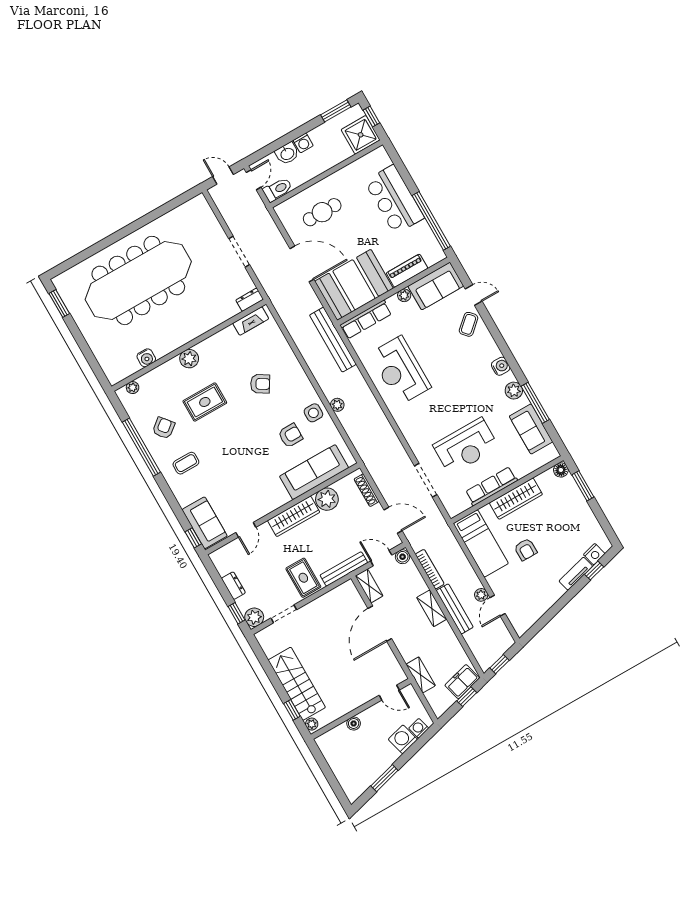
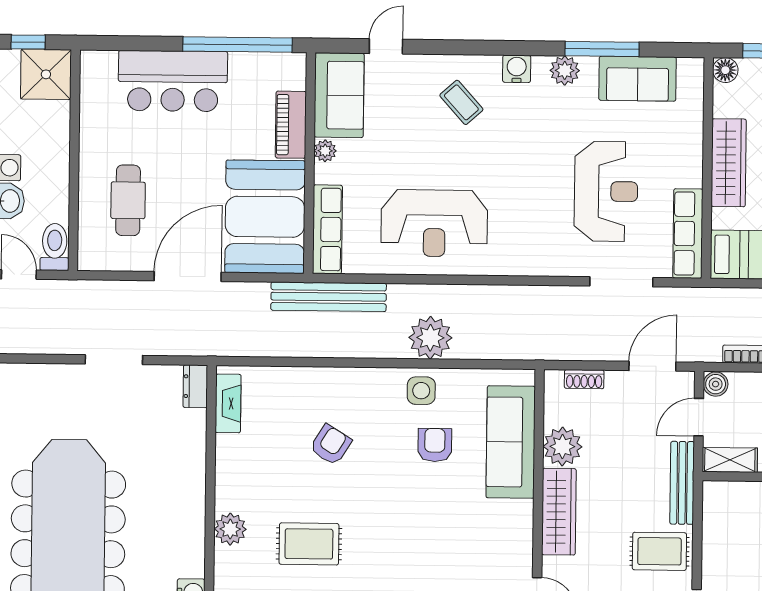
coffee table: (469, 324) -> (461, 102), moved
rug: (205, 402) -> (309, 544), turned 90
plant: (337, 405) -> (430, 338), width x1.87, depth x1.87
row of seats: (491, 486) -> (688, 234), moved
shoe rack: (367, 490) -> (584, 379), width x0.70

